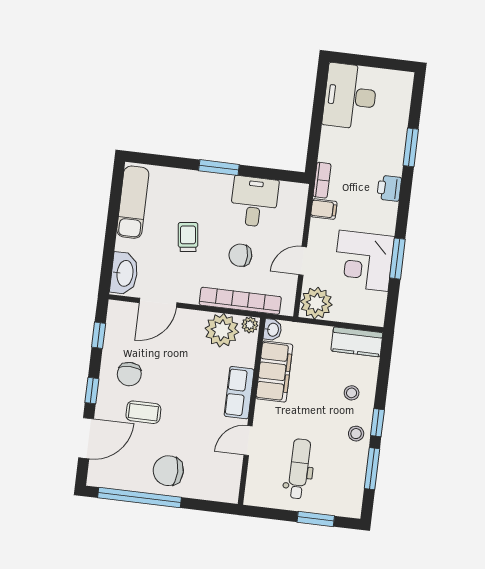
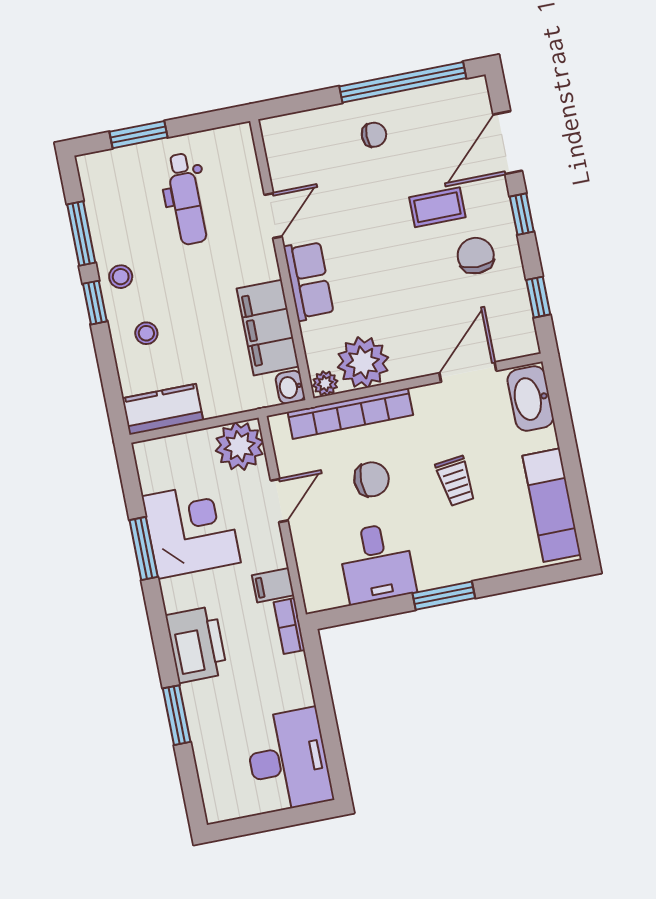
printer: (389, 188) -> (197, 644), width x1.87, depth x1.48
chair: (168, 471) -> (374, 135), width x0.54, depth x0.54

